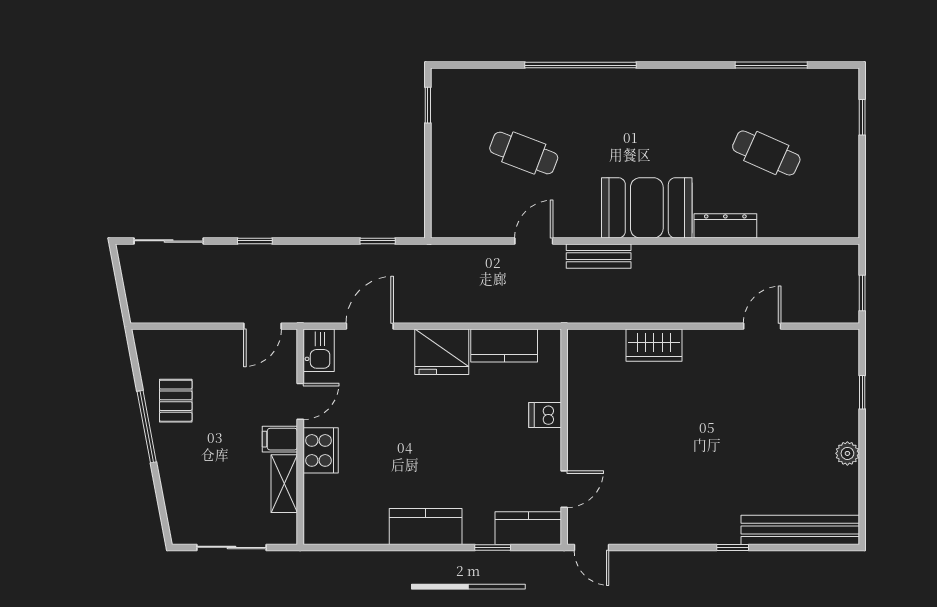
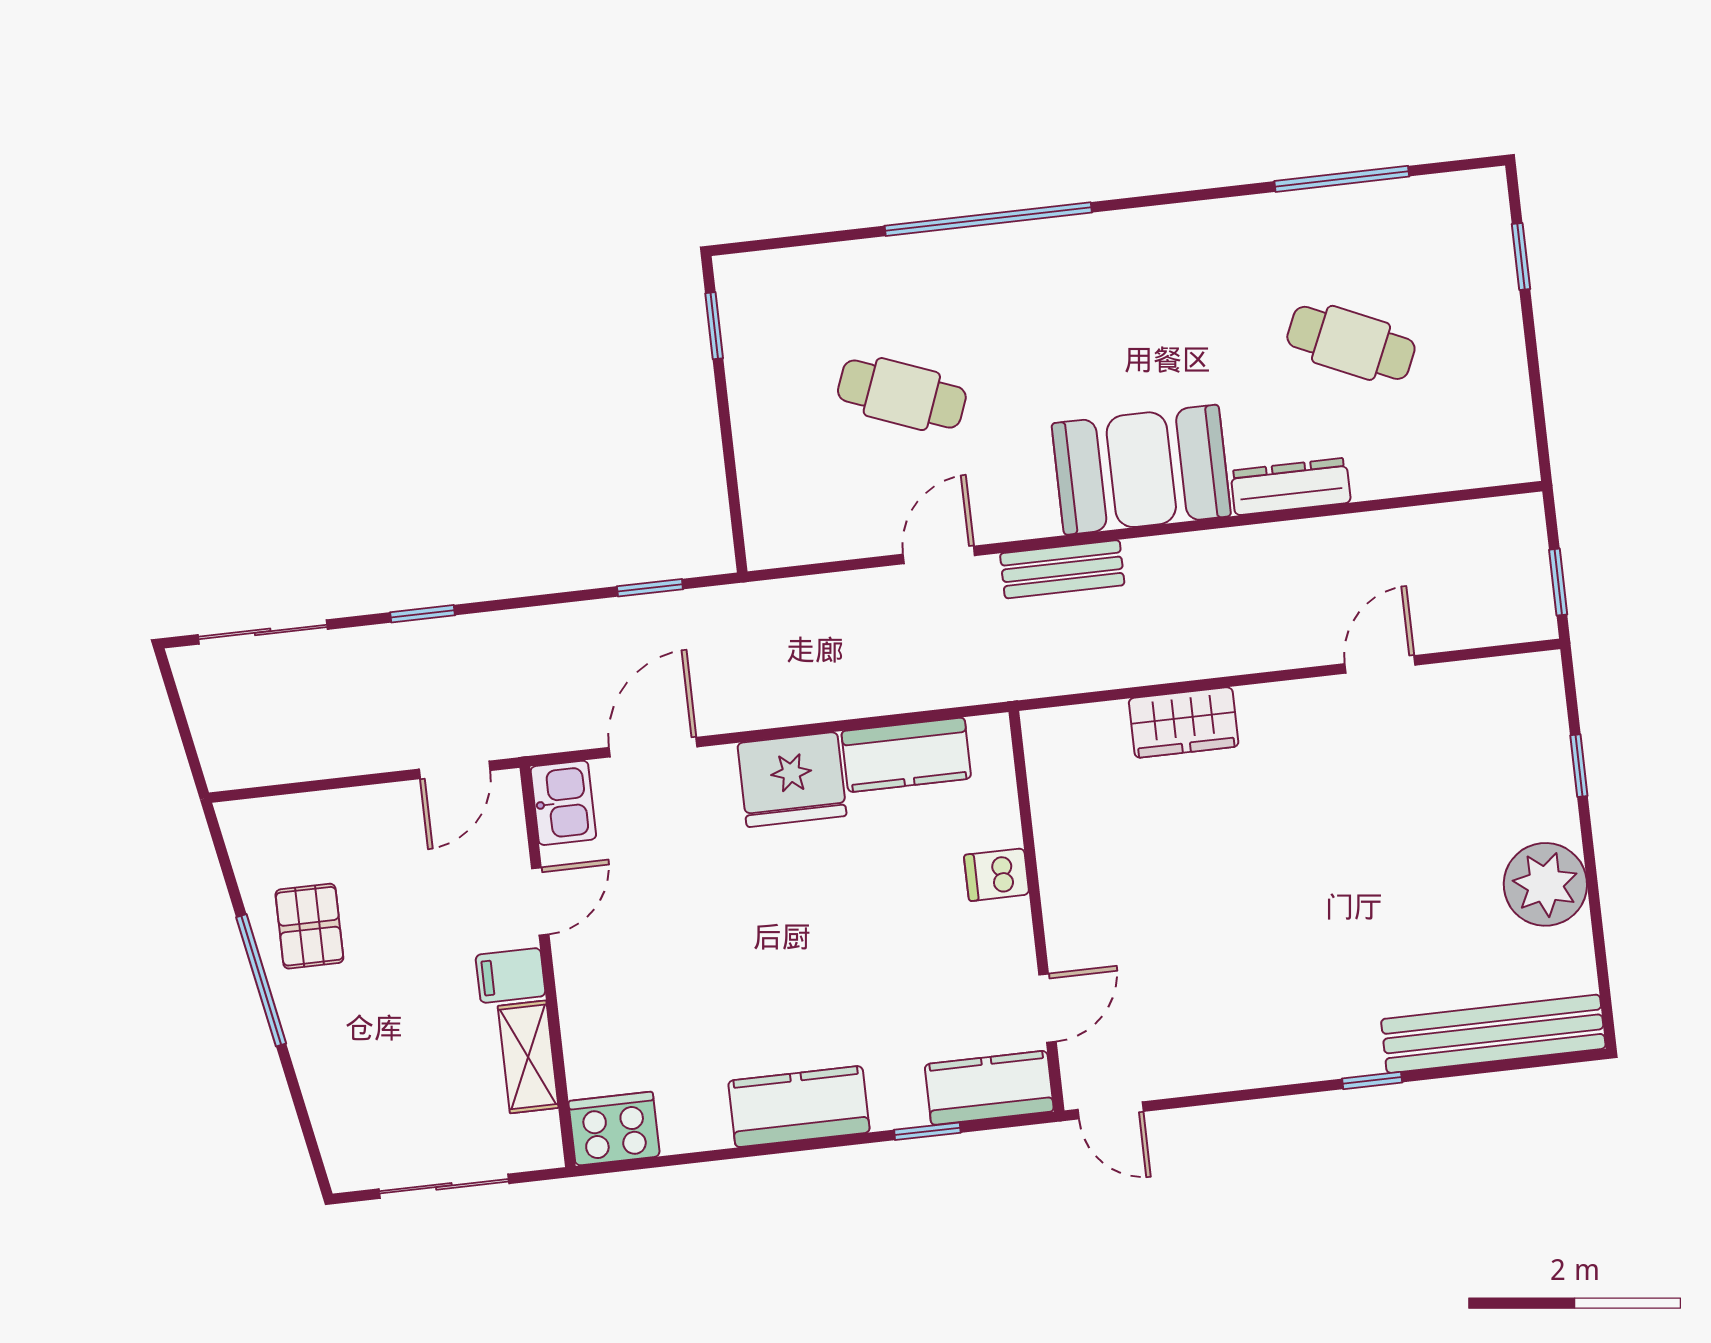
cooker: (321, 450) -> (614, 1129), moved, turned -90
plant: (847, 453) -> (1545, 884), width x1.87, depth x1.87

